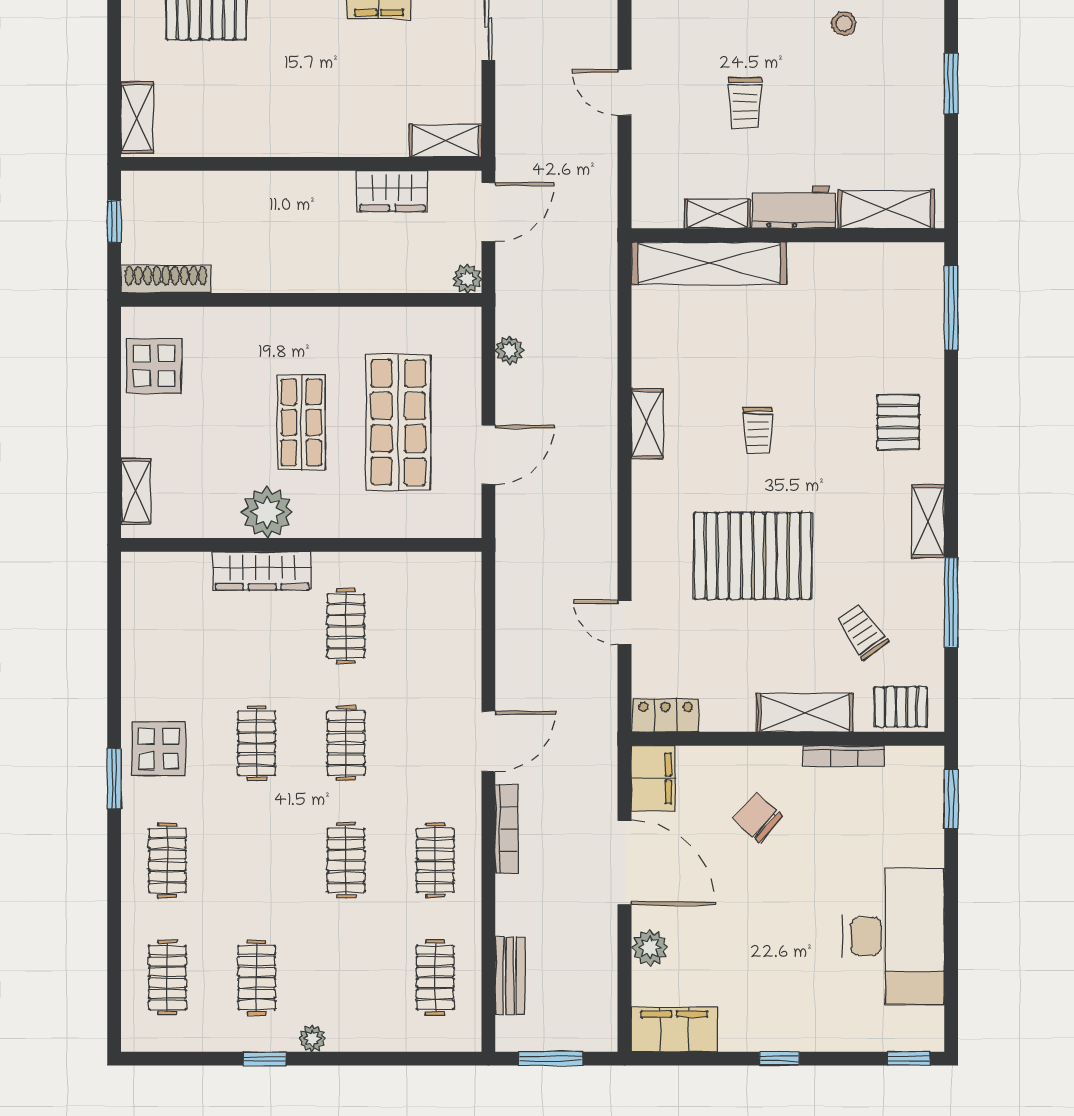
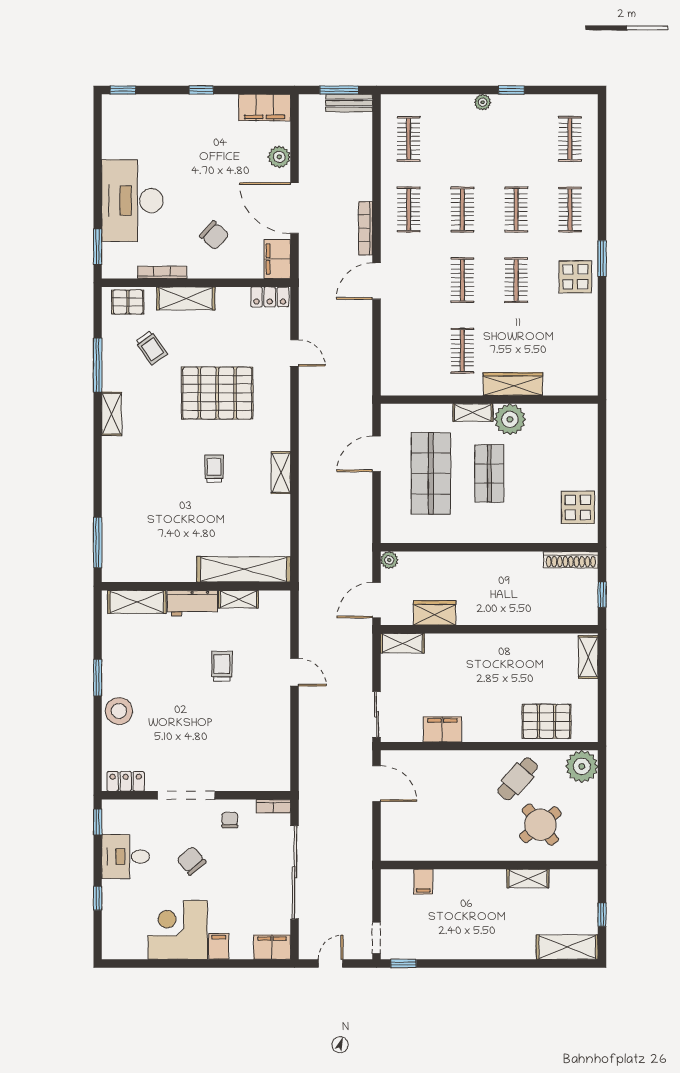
stool: (844, 24) -> (119, 711), moved, width x1.89, depth x1.89
plant: (509, 350) -> (364, 517), removed
pallet: (898, 422) -> (130, 474), removed
shelving: (136, 492) -> (473, 413), moved, turned 90
desk: (893, 936) -> (132, 201), moved
bench: (510, 976) -> (349, 103), moved, turned 90
clothes rail: (257, 977) -> (516, 210), moved

